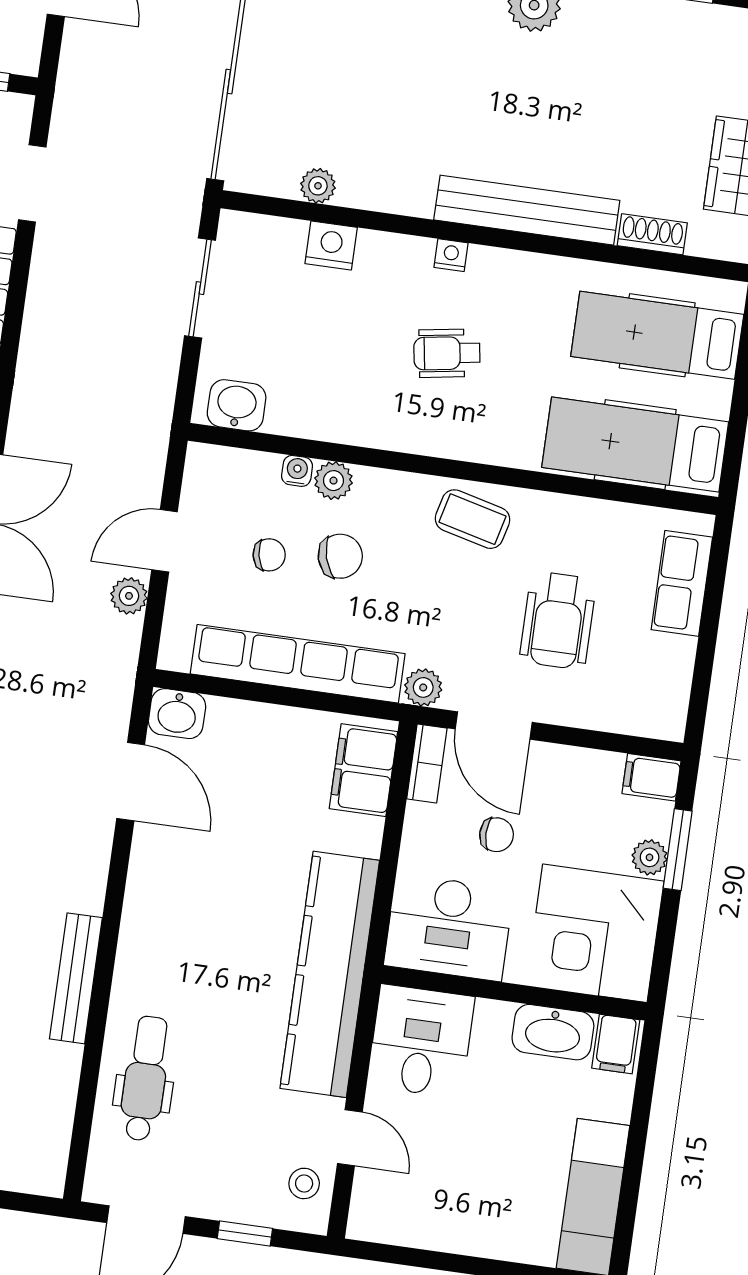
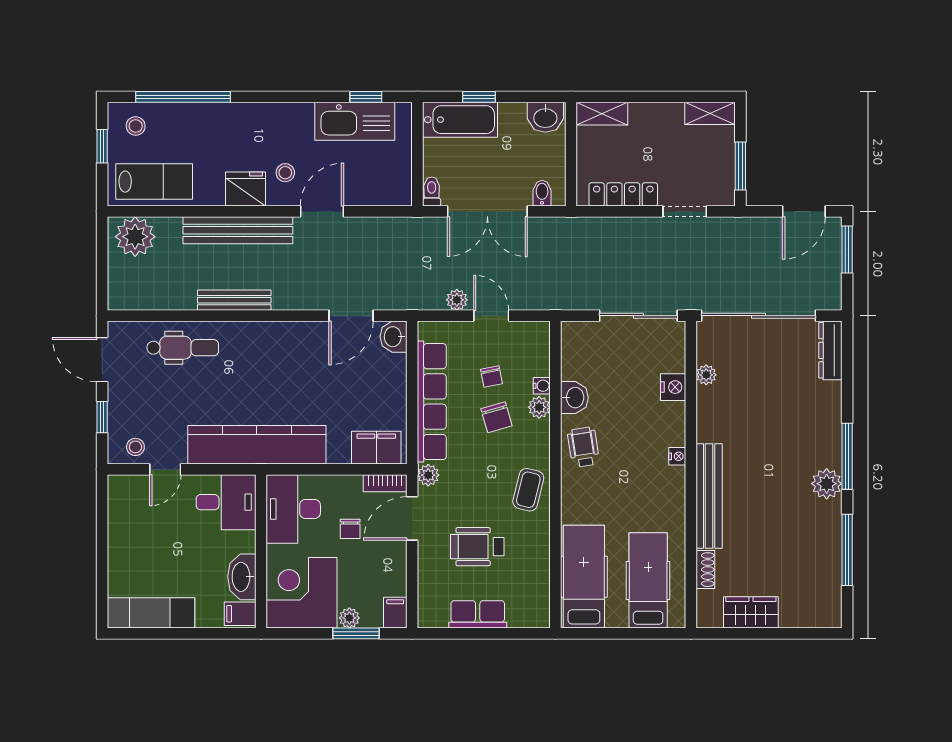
sliding door: (200, 288) -> (638, 316), width x1.37
wheelchair: (447, 353) -> (583, 447), moved
washbasin: (237, 405) -> (574, 398), moved
row of seats: (682, 583) -> (478, 614), moved

